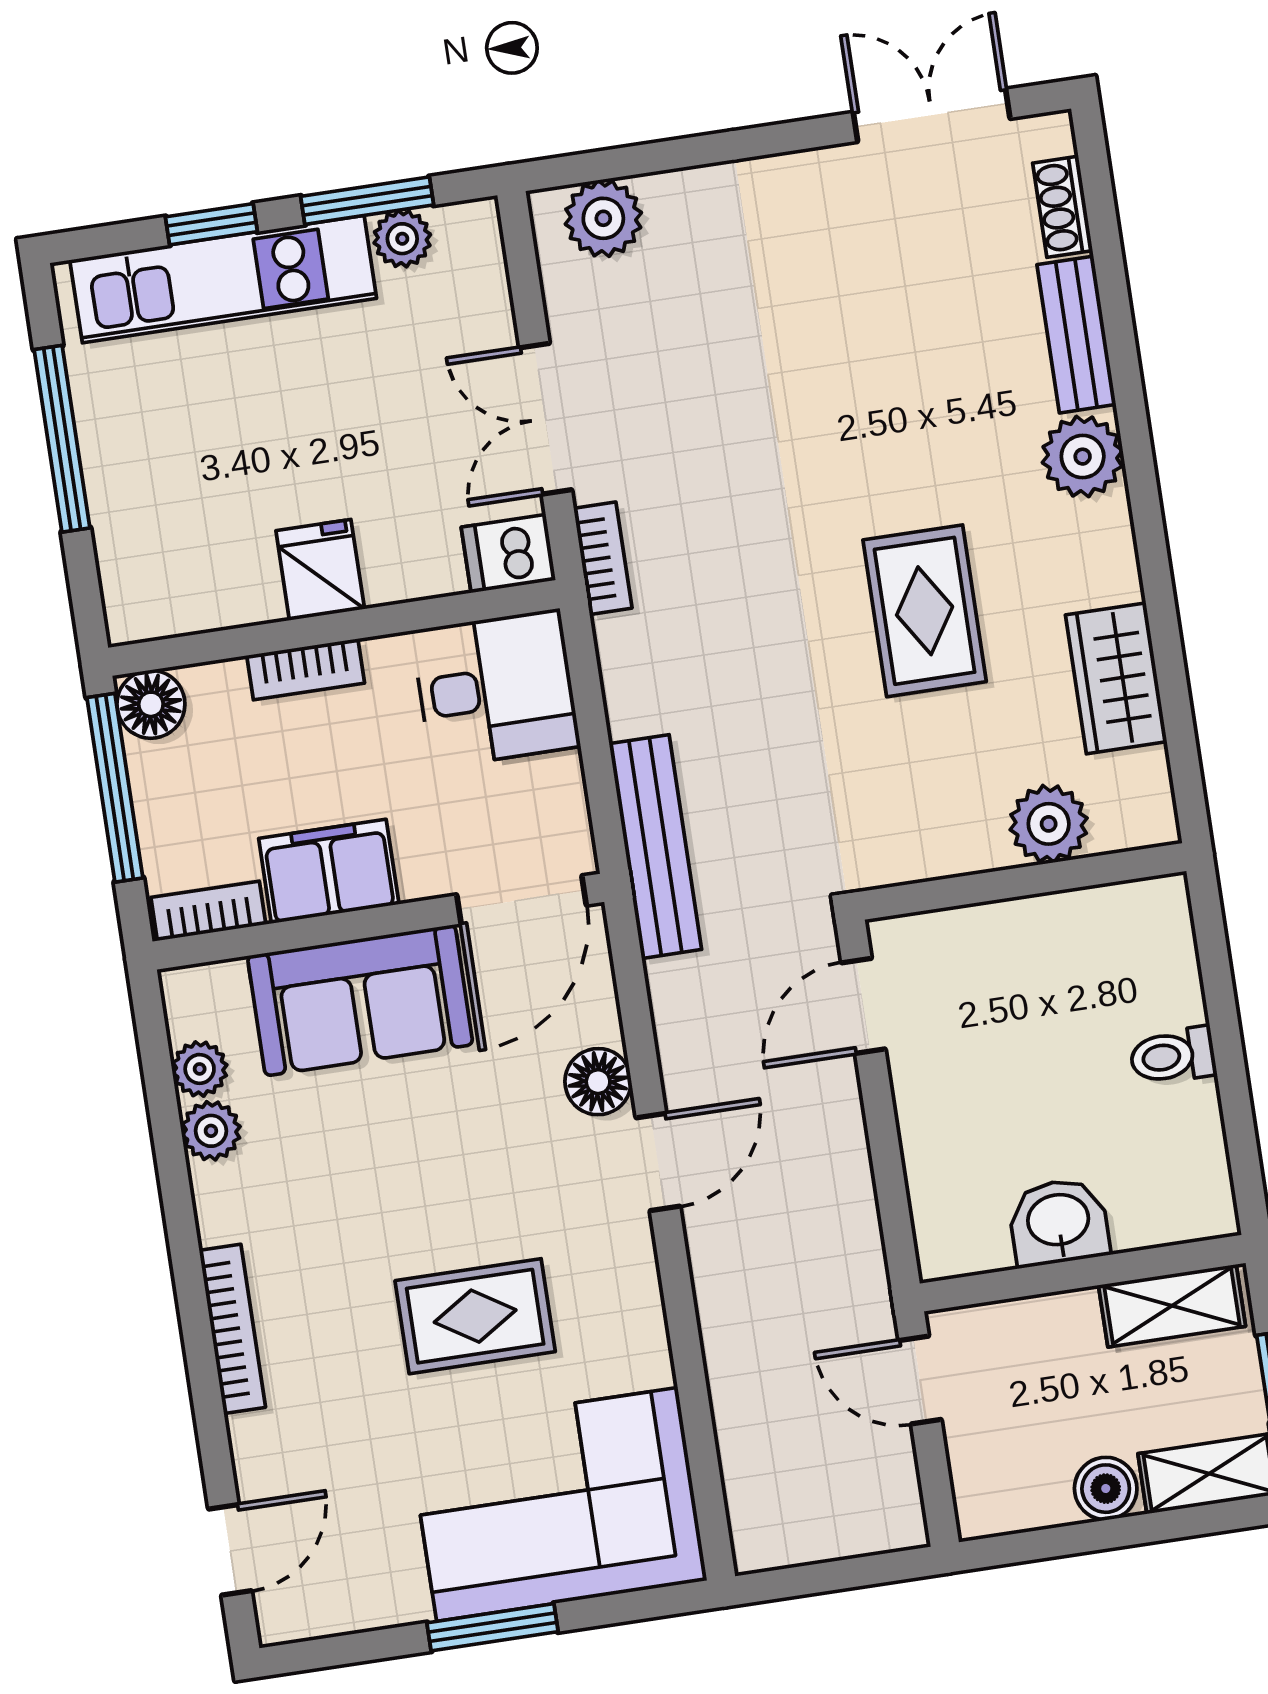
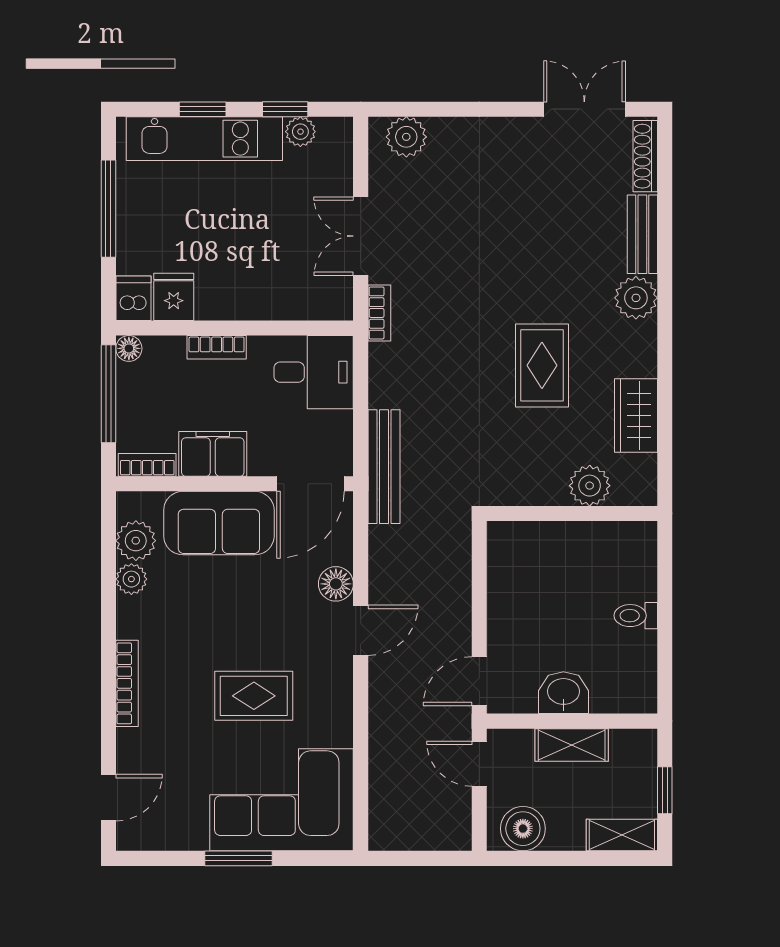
window: (367, 201) -> (285, 109), width x0.67
shoe rack: (1063, 207) -> (645, 156), width x1.43
dishwasher: (508, 554) -> (133, 298), moved, turned 90
fridge: (320, 570) -> (174, 297), moved
floor lamp: (151, 704) -> (129, 348), width x0.73, depth x0.73
door: (863, 1006) -> (479, 681), moved
plant: (200, 1069) -> (136, 541), width x1.38, depth x1.38
shelving: (1172, 1306) -> (572, 745), moved
boiler: (1106, 1489) -> (523, 829), moved, width x1.36, depth x1.36

